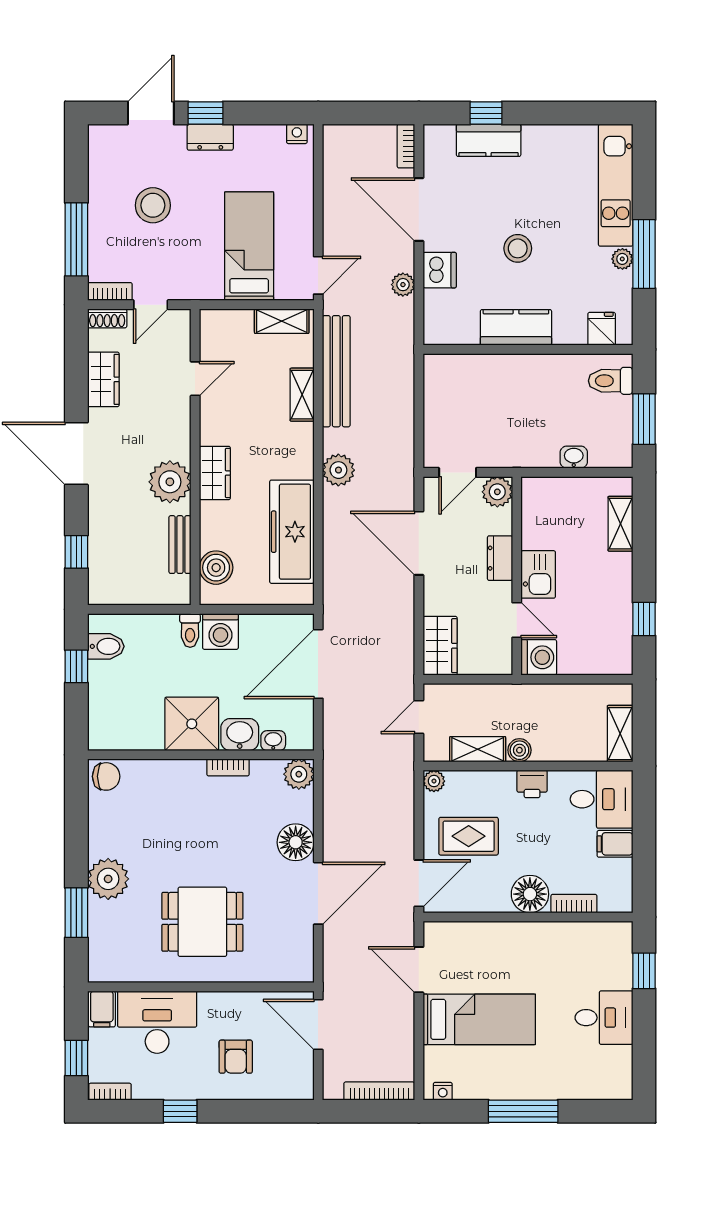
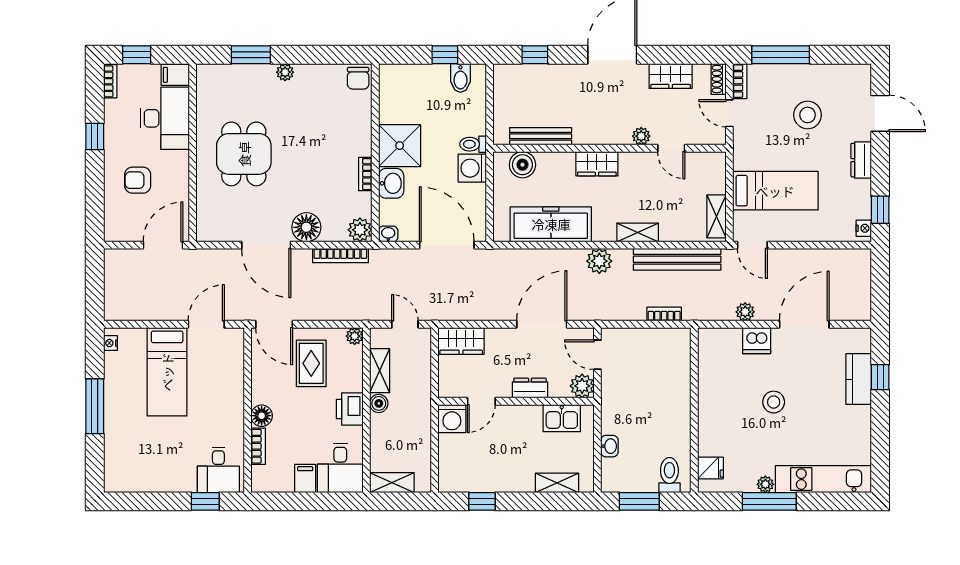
window: (205, 113) -> (880, 210), moved
bookcase: (406, 146) -> (664, 314), moved
kitchen counter: (516, 327) -> (712, 401), removed
shelving: (302, 395) -> (638, 232), moved
plant: (170, 482) -> (641, 136), moved, width x0.53, depth x0.53
bench: (180, 545) -> (541, 136), width x1.36
kitchen sink: (538, 574) -> (562, 418), moved
washbasin: (273, 741) -> (388, 234), moved, turned -90
printer: (532, 784) -> (350, 409), width x1.36, depth x1.24
plant: (108, 879) -> (285, 72), width x0.53, depth x0.53
floor lamp: (530, 894) -> (262, 416), width x0.73, depth x0.73
desk: (604, 1018) -> (218, 470), moved
bookcase: (379, 1091) -> (340, 256), moved, turned 90

